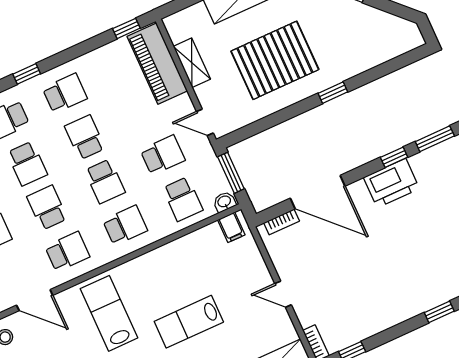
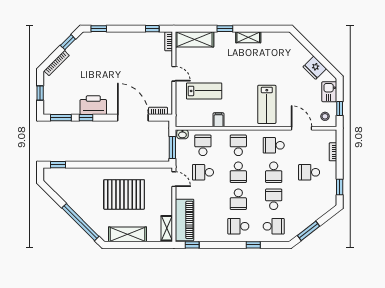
shelving: (192, 63) -> (167, 228), moved
window: (333, 93) -> (58, 165), moved
school desk: (105, 181) -> (238, 172), turned 180
school desk: (125, 225) -> (238, 145), turned 90
filing cabinet: (231, 227) -> (218, 120), moved
lab bench: (189, 322) -> (204, 91), moved

